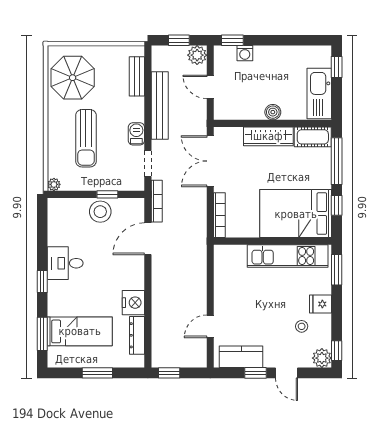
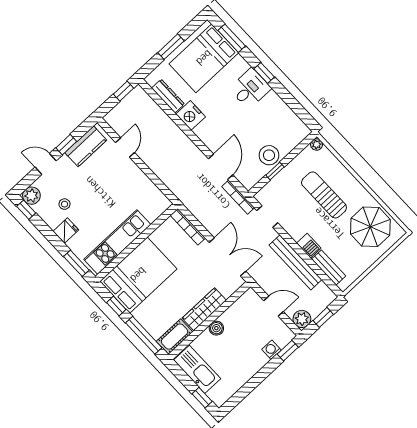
barbecue: (136, 134) -> (309, 246), moved
desk: (65, 263) -> (250, 89), moved
bed: (80, 331) -> (204, 58), width x1.50

